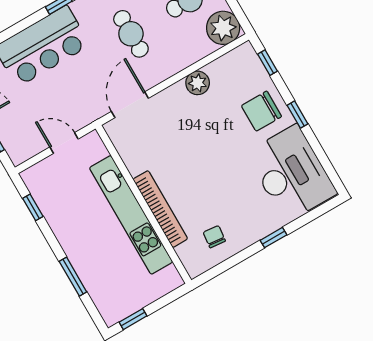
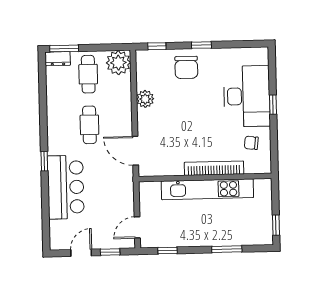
cafe table: (131, 34) -> (89, 125), turned 90
door: (64, 143) -> (137, 227), moved
desk: (291, 173) -> (247, 96), moved, turned 90

